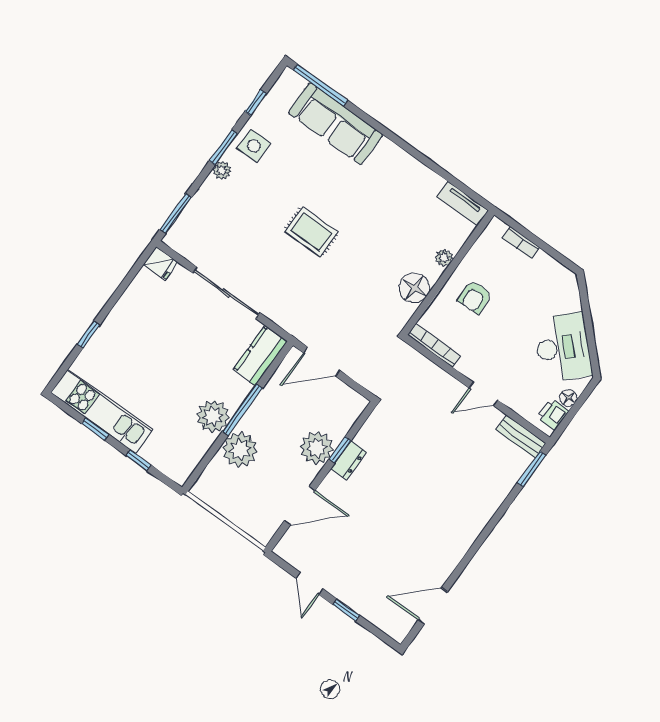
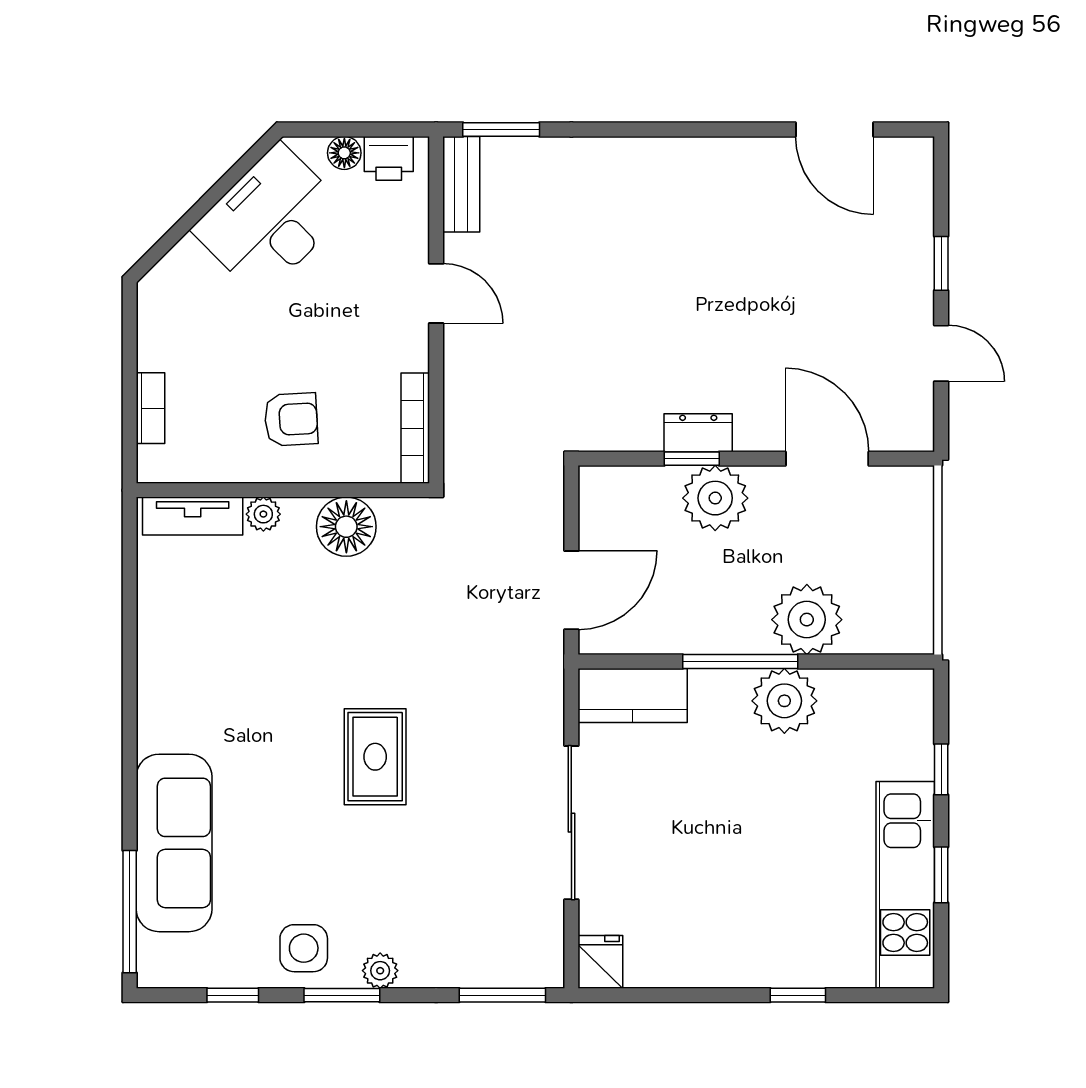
tv unit: (463, 204) -> (193, 516), moved, turned 90
door: (322, 362) -> (571, 590), hinge flipped
door: (309, 583) -> (941, 353), hinge flipped

